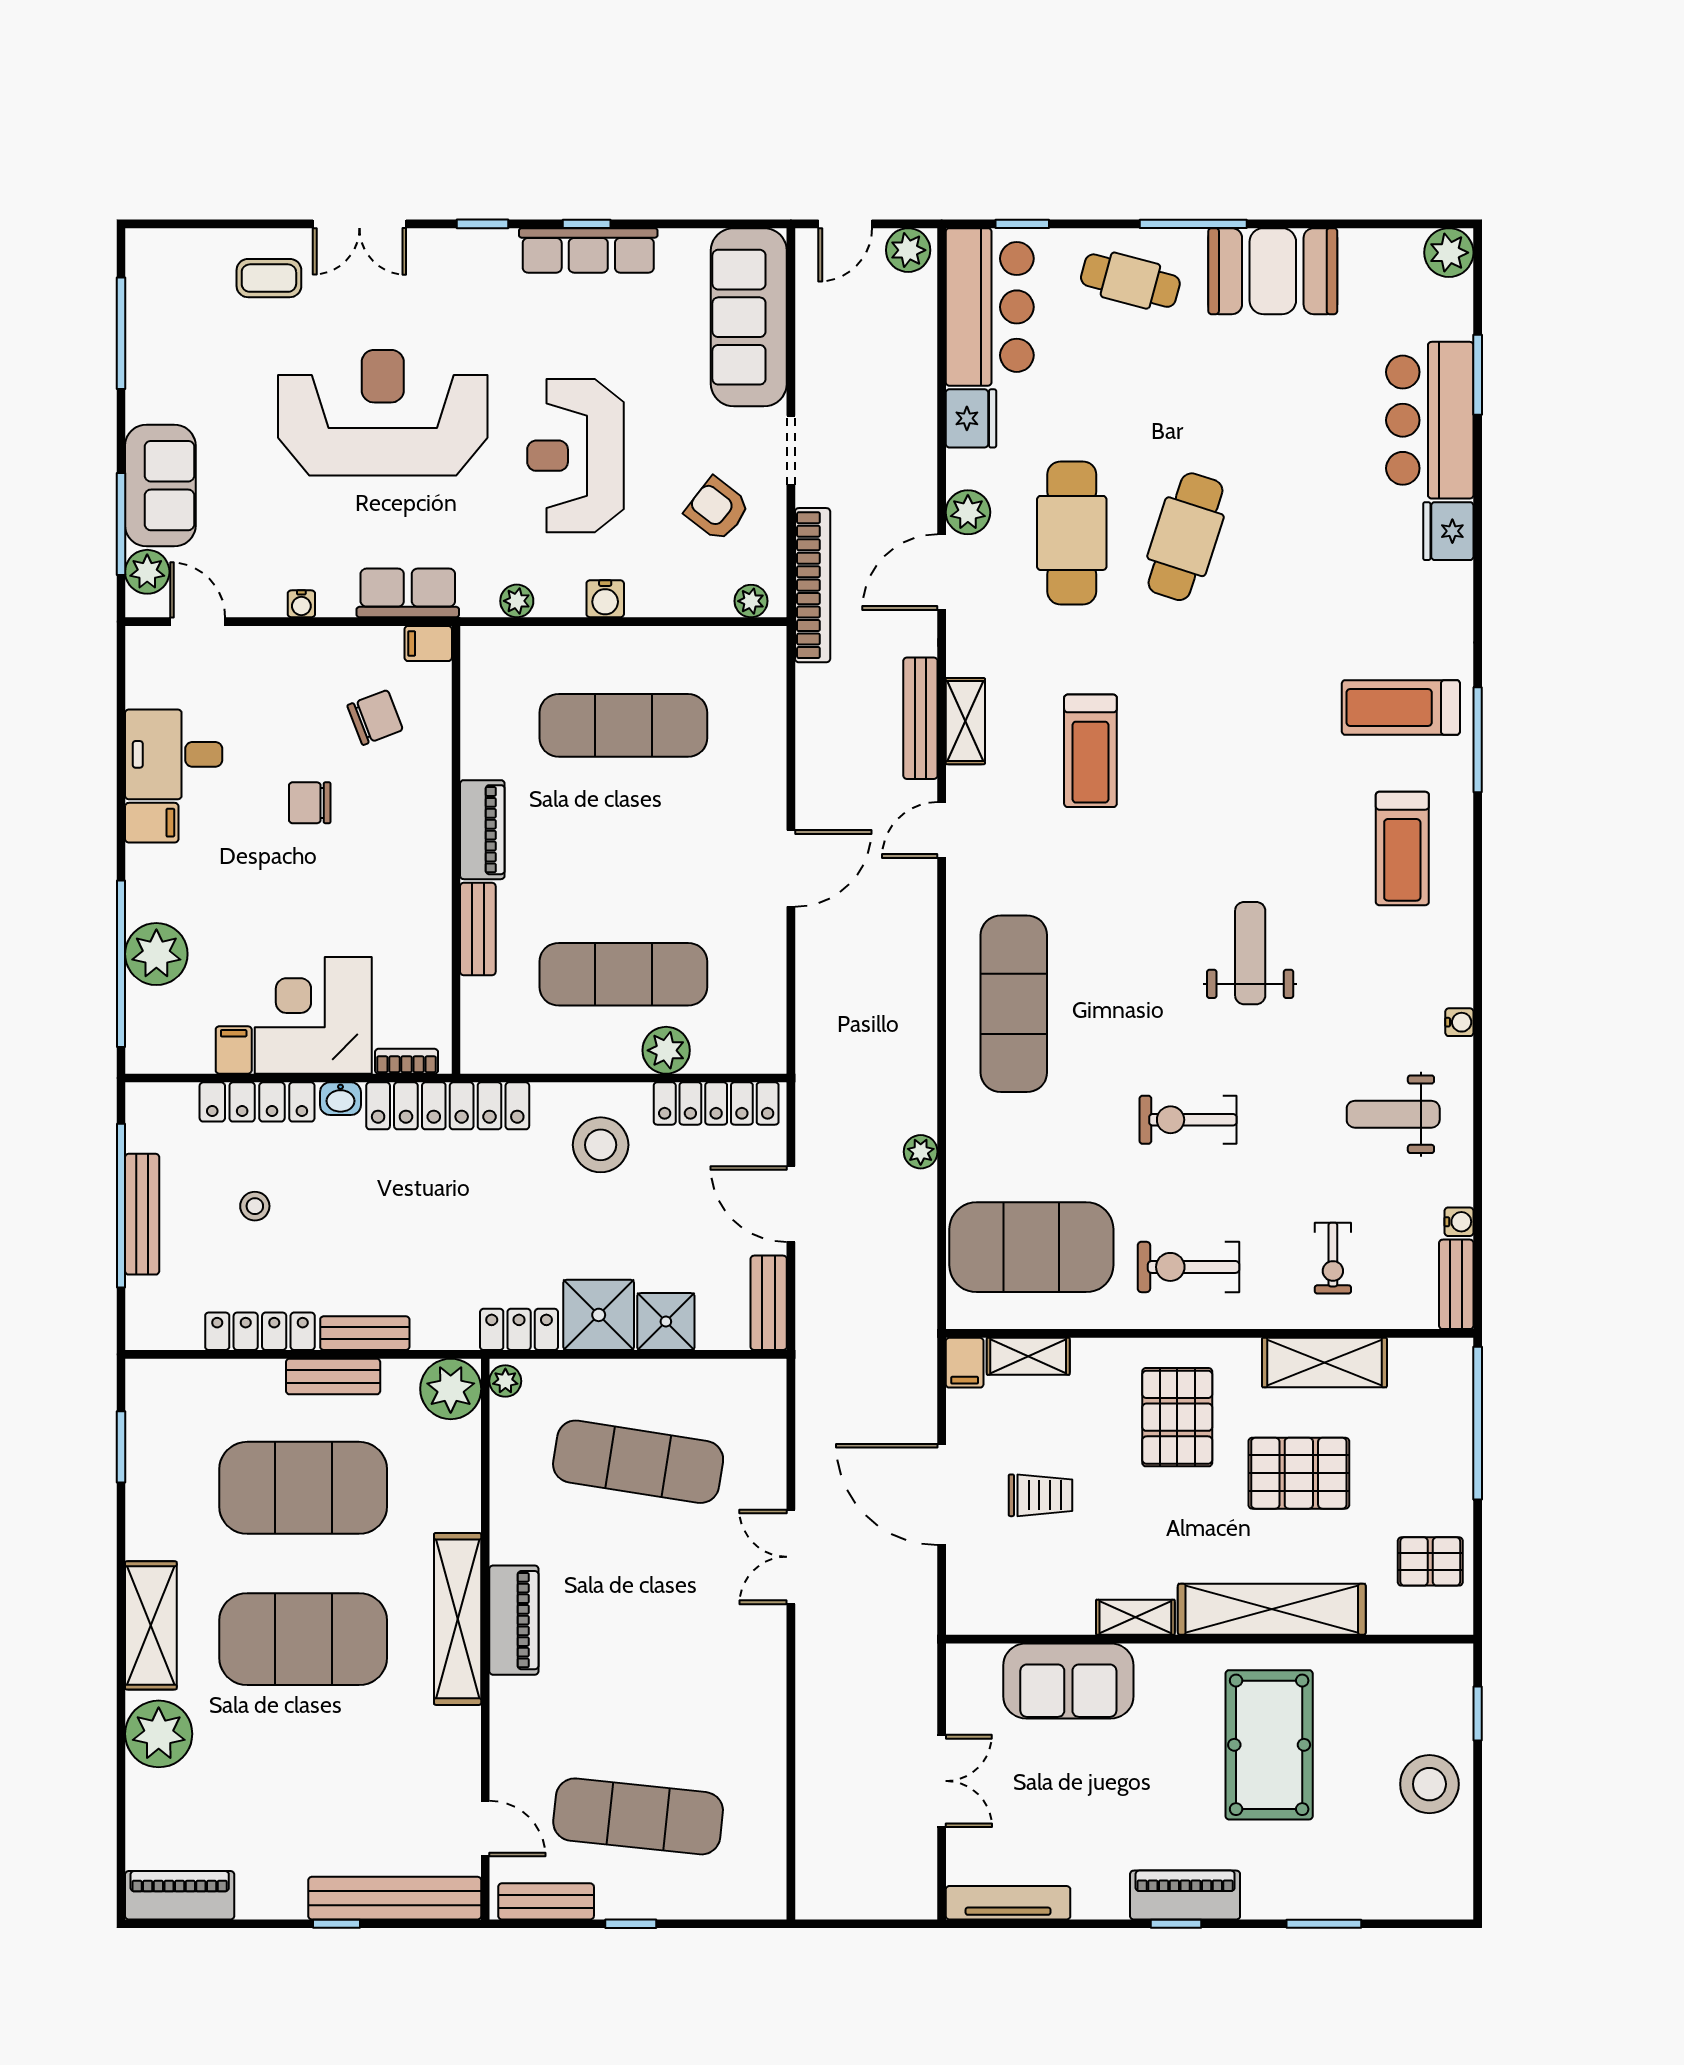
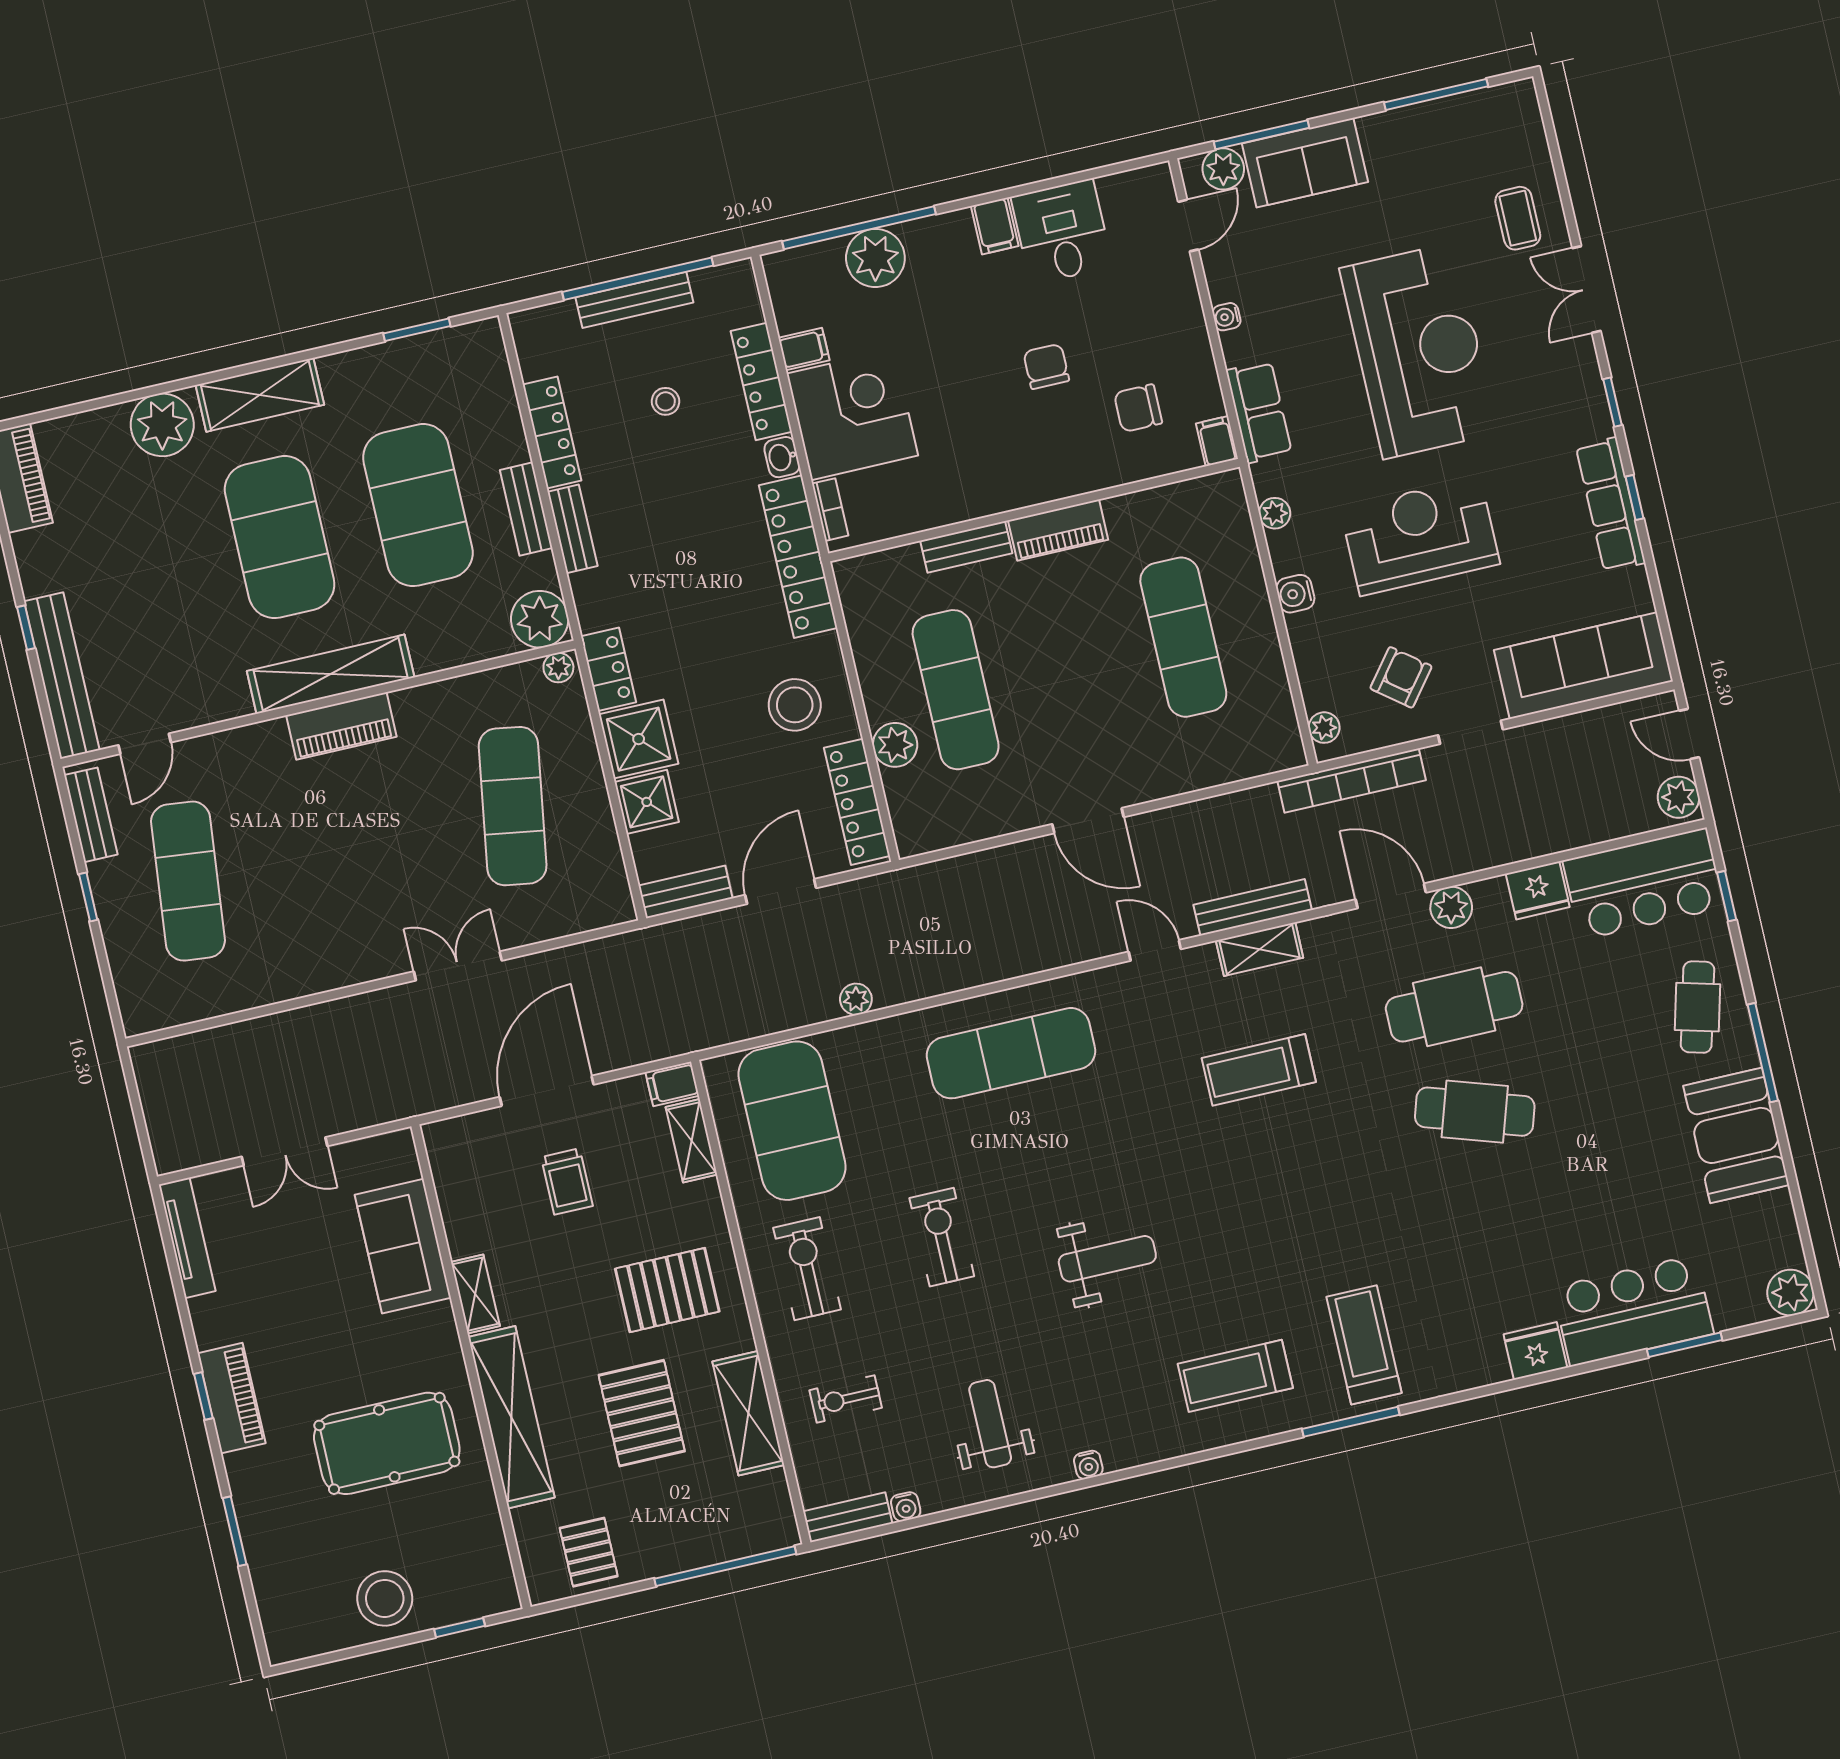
chair: (375, 718) -> (1138, 408), turned 111

